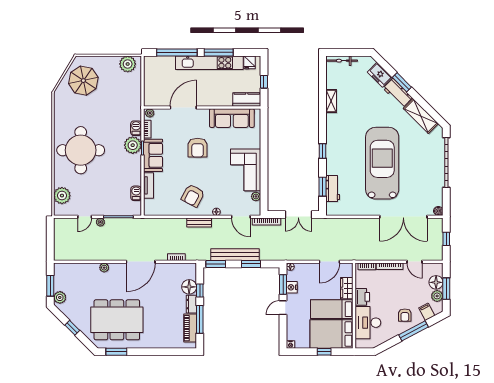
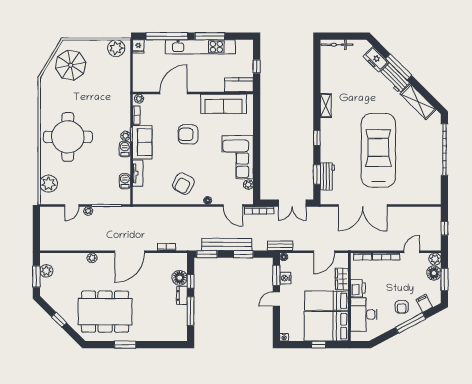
fridge: (250, 62) -> (138, 46), moved
window: (402, 82) -> (399, 67), width x1.44
shelving: (331, 101) -> (326, 106), moved
barbecue: (136, 128) -> (125, 149), moved
plant: (133, 145) -> (126, 136), width x0.53, depth x0.53
armchair: (198, 148) -> (188, 134), turned 90
boiler: (438, 211) -> (436, 200), removed
double door: (403, 217) -> (363, 205), moved
bench: (199, 223) -> (280, 246), moved
door: (415, 262) -> (412, 252), swing flipped
plant: (437, 296) -> (435, 259), moved
plant: (60, 297) -> (46, 271), moved
piano: (190, 328) -> (181, 320), removed
window: (116, 352) -> (125, 345), moved

